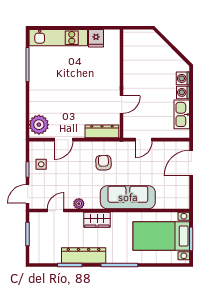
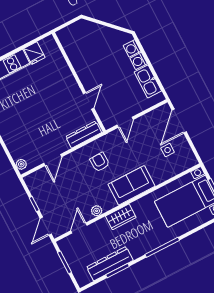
plant: (39, 125) -> (21, 164), width x0.53, depth x0.53
side table: (41, 164) -> (168, 150), moved
sofa: (128, 197) -> (131, 185), width x0.73
dresser: (84, 256) -> (110, 264), moved

